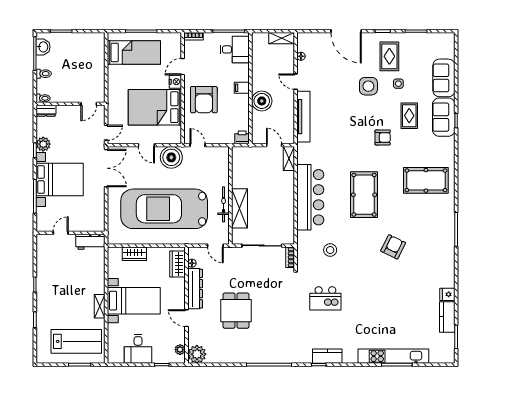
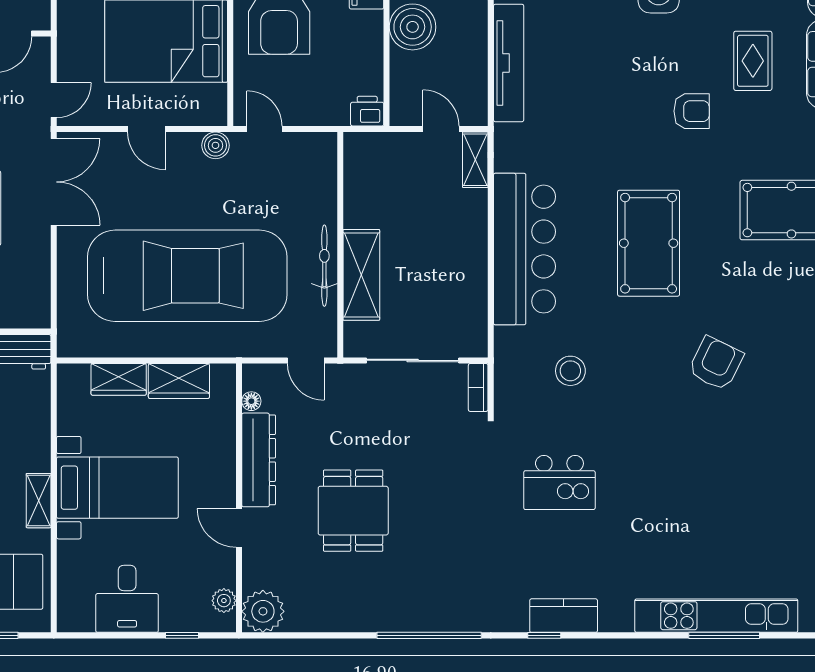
boiler: (171, 157) -> (215, 145), width x0.54, depth x0.54
car: (164, 209) -> (187, 276), turned 180
wardrobe: (178, 264) -> (179, 381), moved, turned -90

